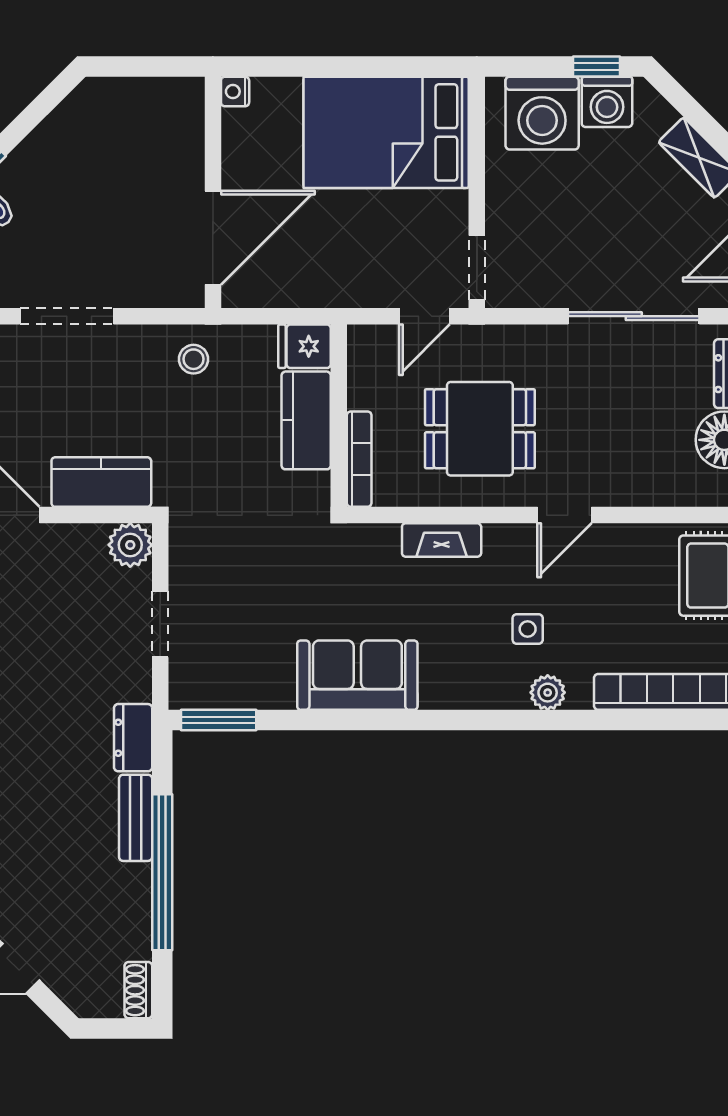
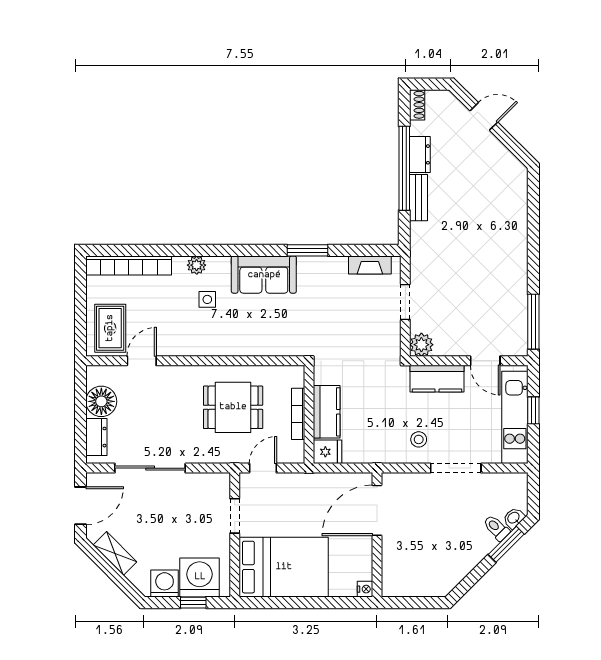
window: (596, 67) -> (193, 603), moved
doorway: (477, 268) -> (235, 516), moved
stool: (194, 359) -> (419, 439), moved
bookcase: (359, 459) -> (298, 414), moved
door: (564, 515) -> (142, 361), moved
fireplace: (442, 540) -> (370, 265), moved, turned 180
sofa: (357, 675) -> (264, 275), moved
window: (219, 720) -> (307, 250), moved
dresser: (133, 738) -> (420, 154), moved

